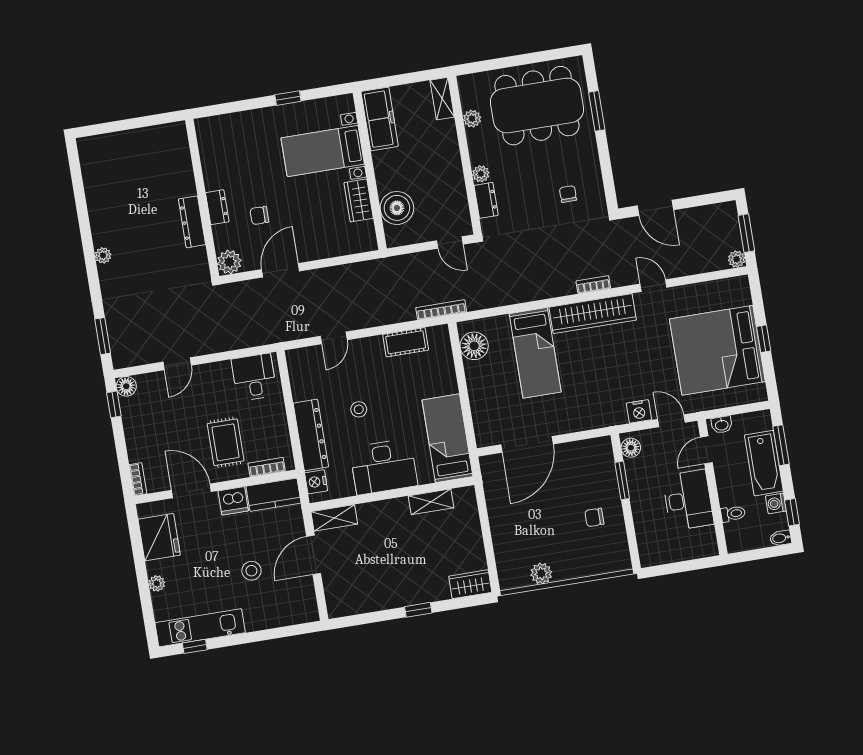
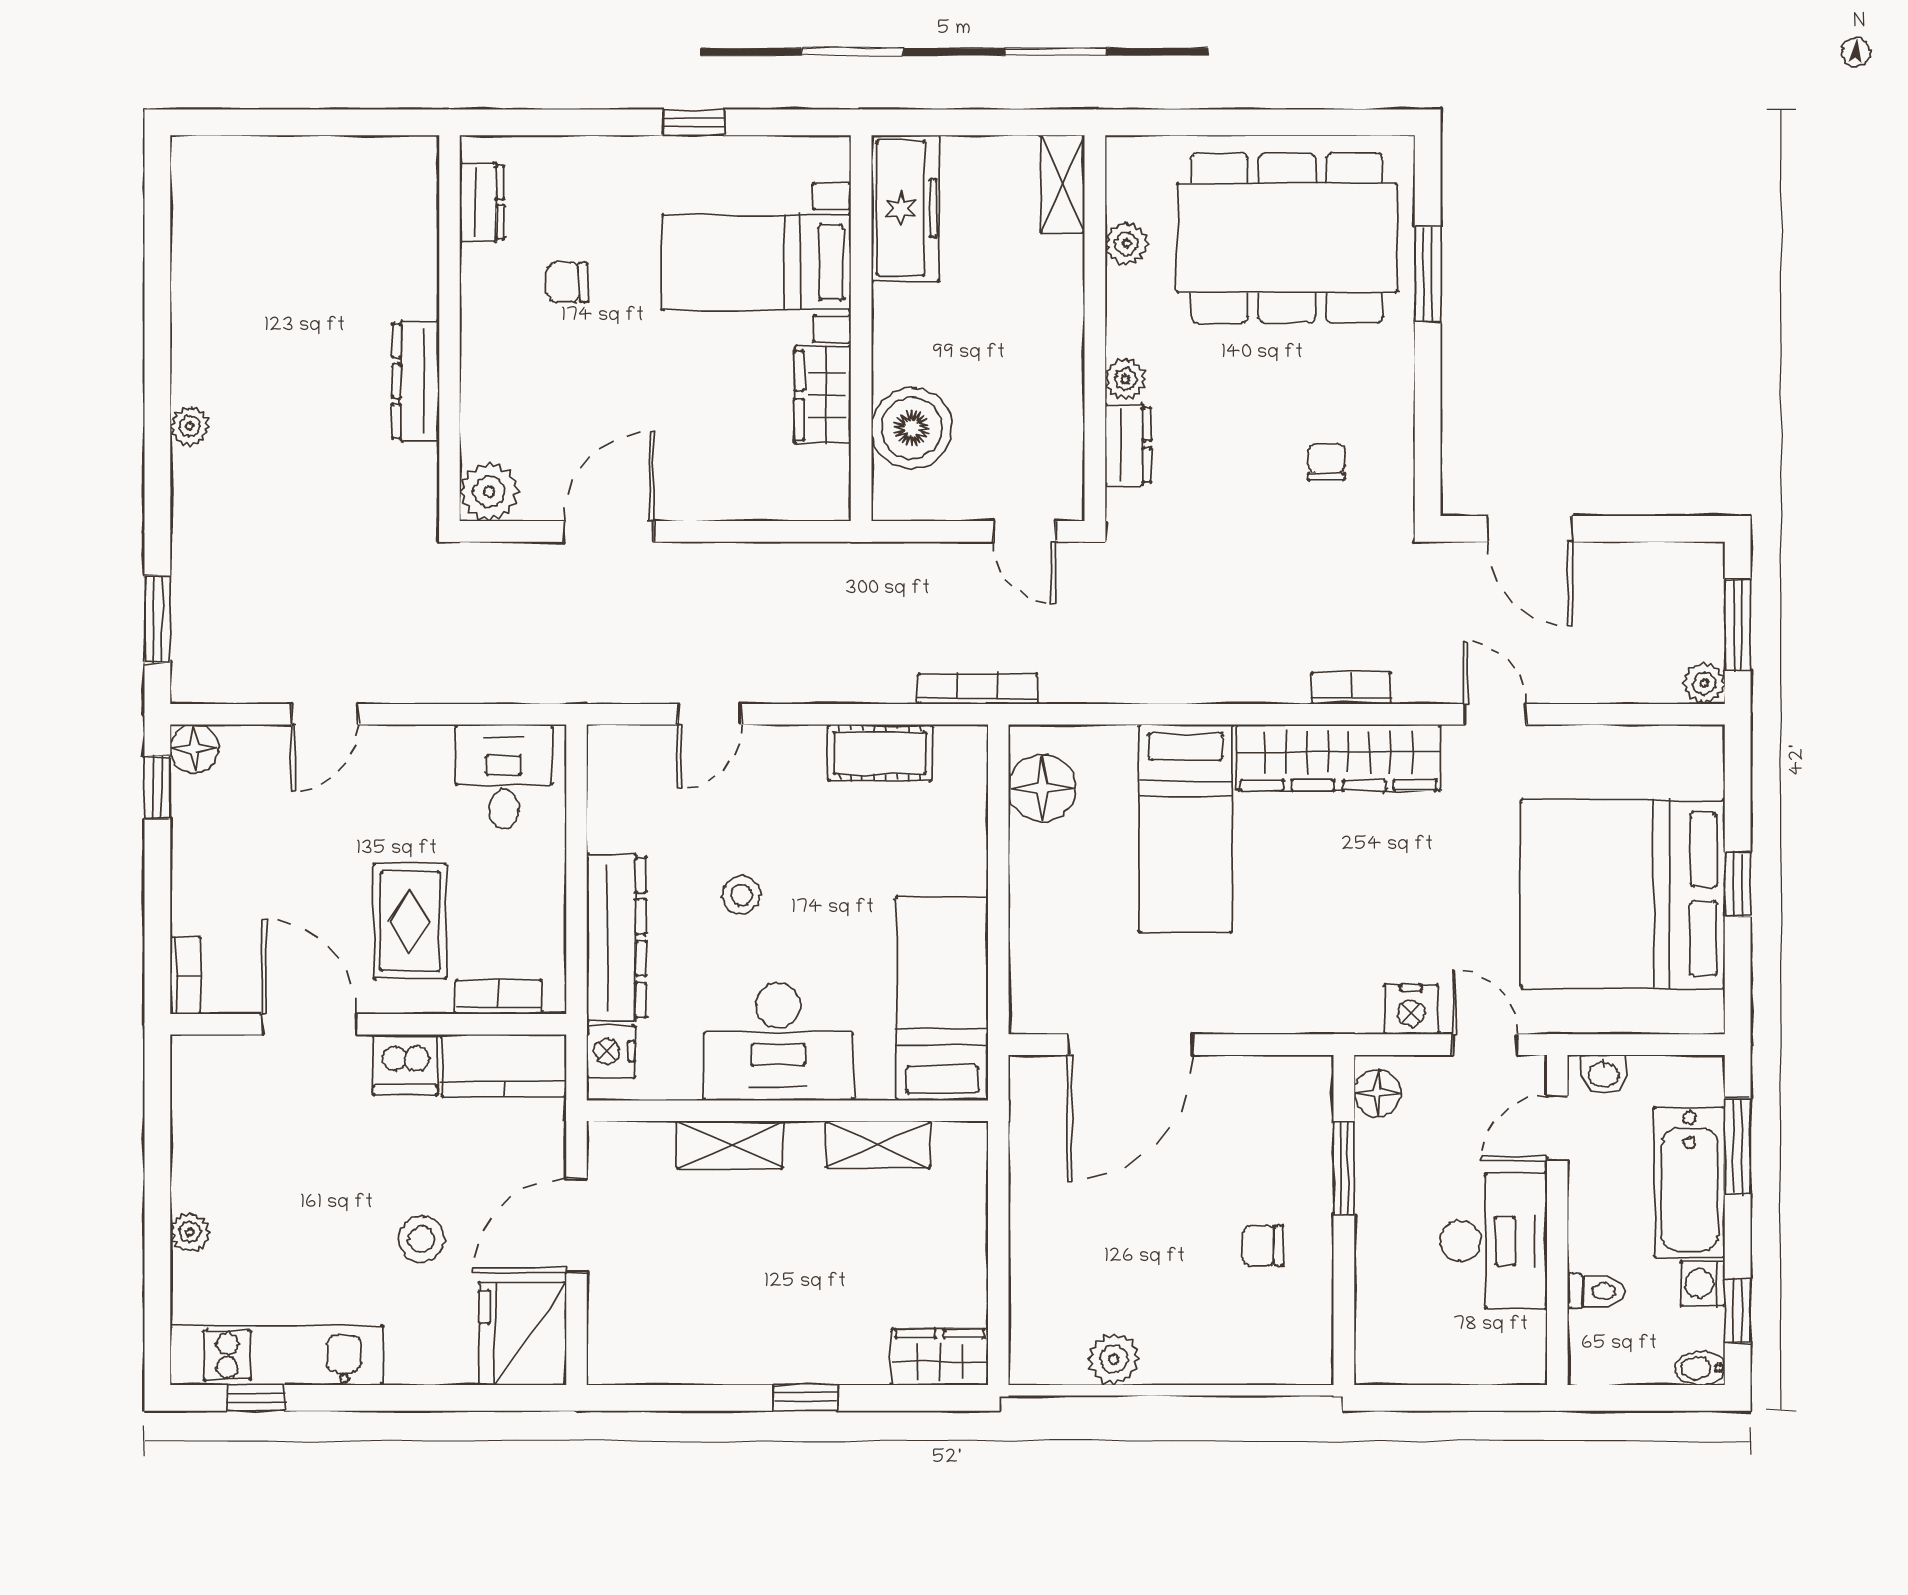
dresser: (217, 207) -> (482, 202), moved
chair: (259, 215) -> (567, 282), moved
shelving: (334, 518) -> (730, 1145), moved
fridge: (159, 537) -> (523, 1334), moved, turned 180

